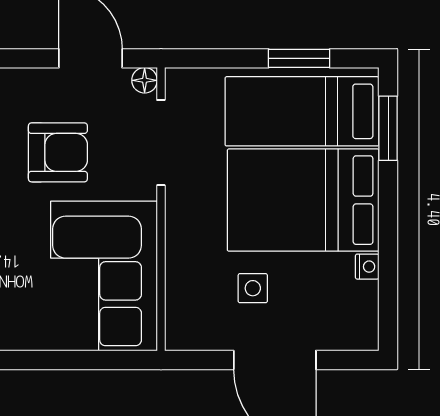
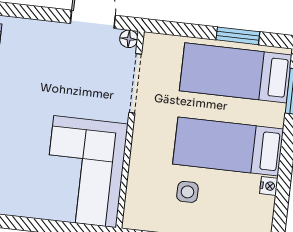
armchair: (58, 152) -> (63, 82), removed
bed: (303, 200) -> (228, 146), width x0.67

